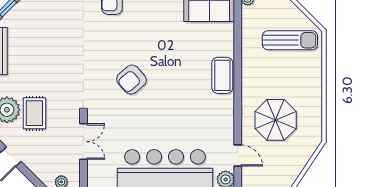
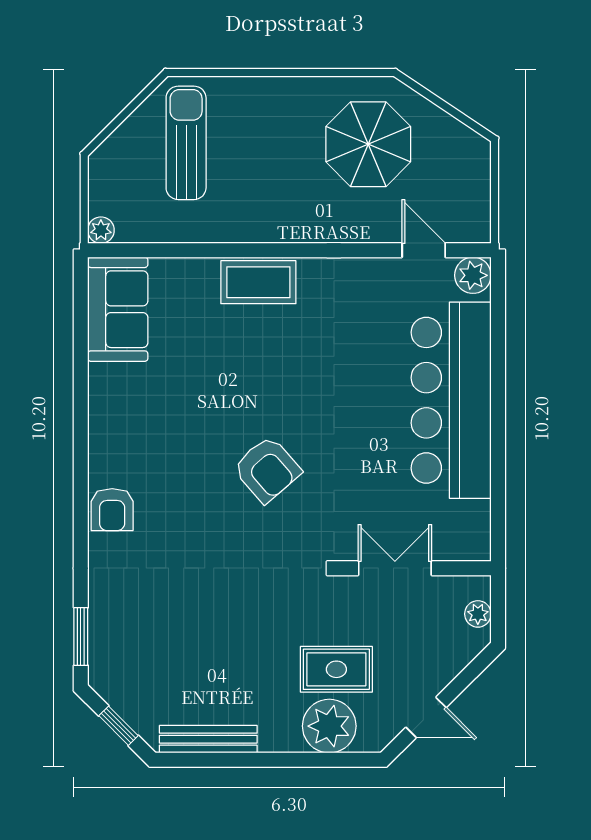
parasol: (276, 120) -> (368, 144), moved
door: (238, 156) -> (424, 250), hinge flipped

